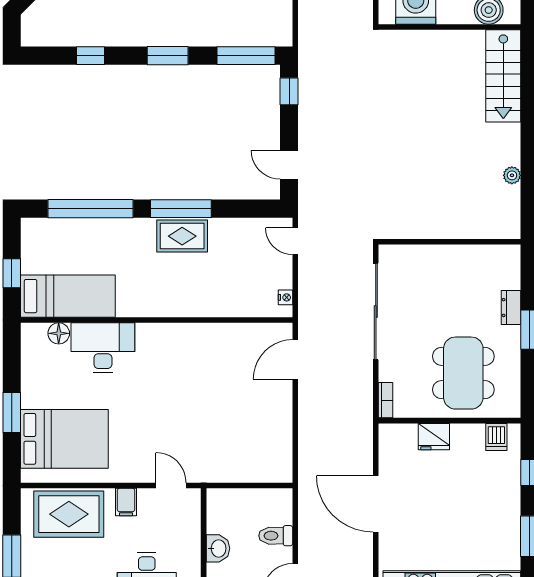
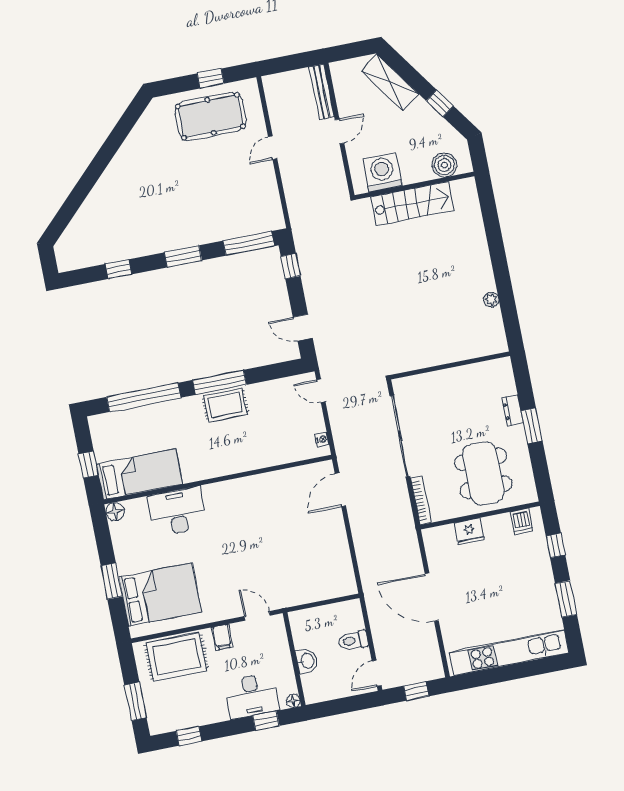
stairs: (503, 76) -> (412, 204), moved, turned -90
floor lamp: (59, 333) -> (115, 512), moved
bookcase: (386, 400) -> (421, 500), width x1.56

